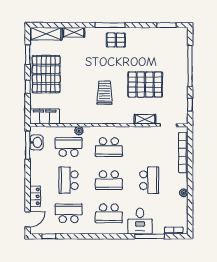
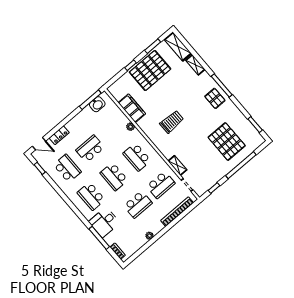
pallet: (145, 84) -> (227, 142), moved
filing cabinet: (45, 116) -> (132, 108), moved
school desk: (69, 147) -> (161, 185), moved, turned 90

